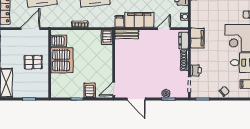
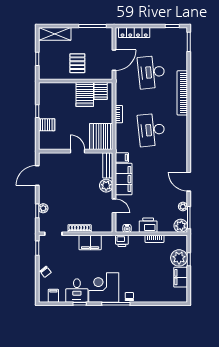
door: (30, 29) -> (114, 60), hinge flipped
plant: (145, 36) -> (106, 186), added
server rack: (107, 37) -> (101, 137), width x2.18, depth x1.44
filing cabinet: (197, 38) -> (90, 242), moved
dresser: (184, 41) -> (101, 227), removed
server rack: (62, 60) -> (85, 95), width x0.63
printer: (196, 70) -> (122, 241), moved
door: (114, 89) -> (78, 151), moved

